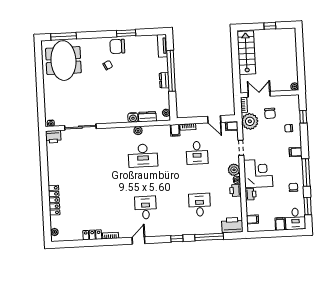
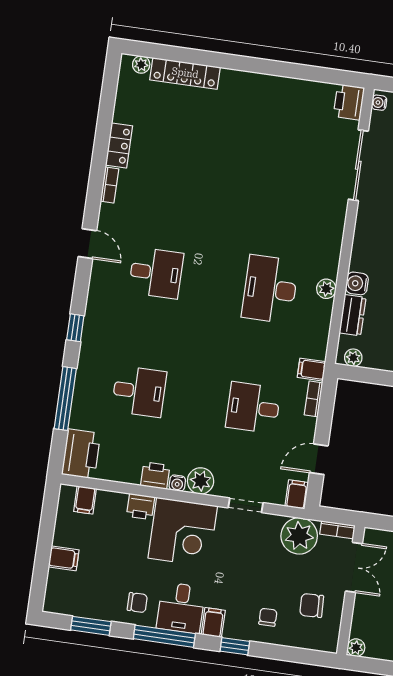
chair: (270, 113) -> (312, 605), moved
window: (303, 117) -> (235, 646), moved
locker: (54, 200) -> (185, 73), moved
desk: (295, 219) -> (181, 608), moved, turned -90

